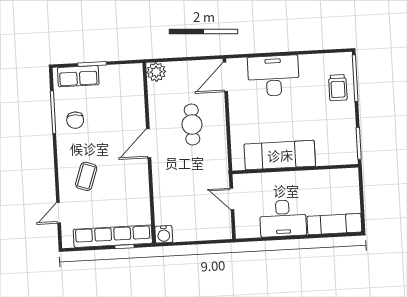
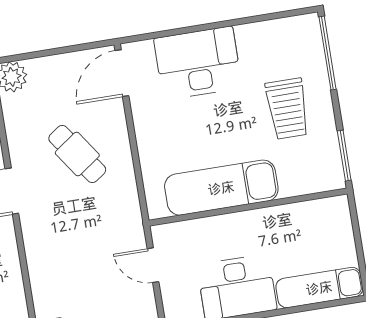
trolley: (338, 88) -> (287, 109), moved, width x1.36, depth x1.39
cafe table: (192, 124) -> (77, 154), turned -35

